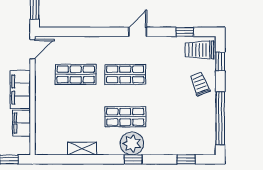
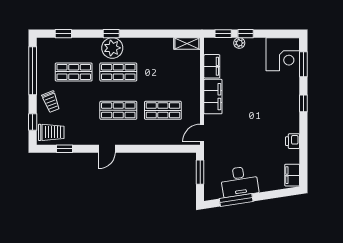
shop shelf: (175, 117) -> (74, 72), added
shelving: (82, 149) -> (187, 43), moved

